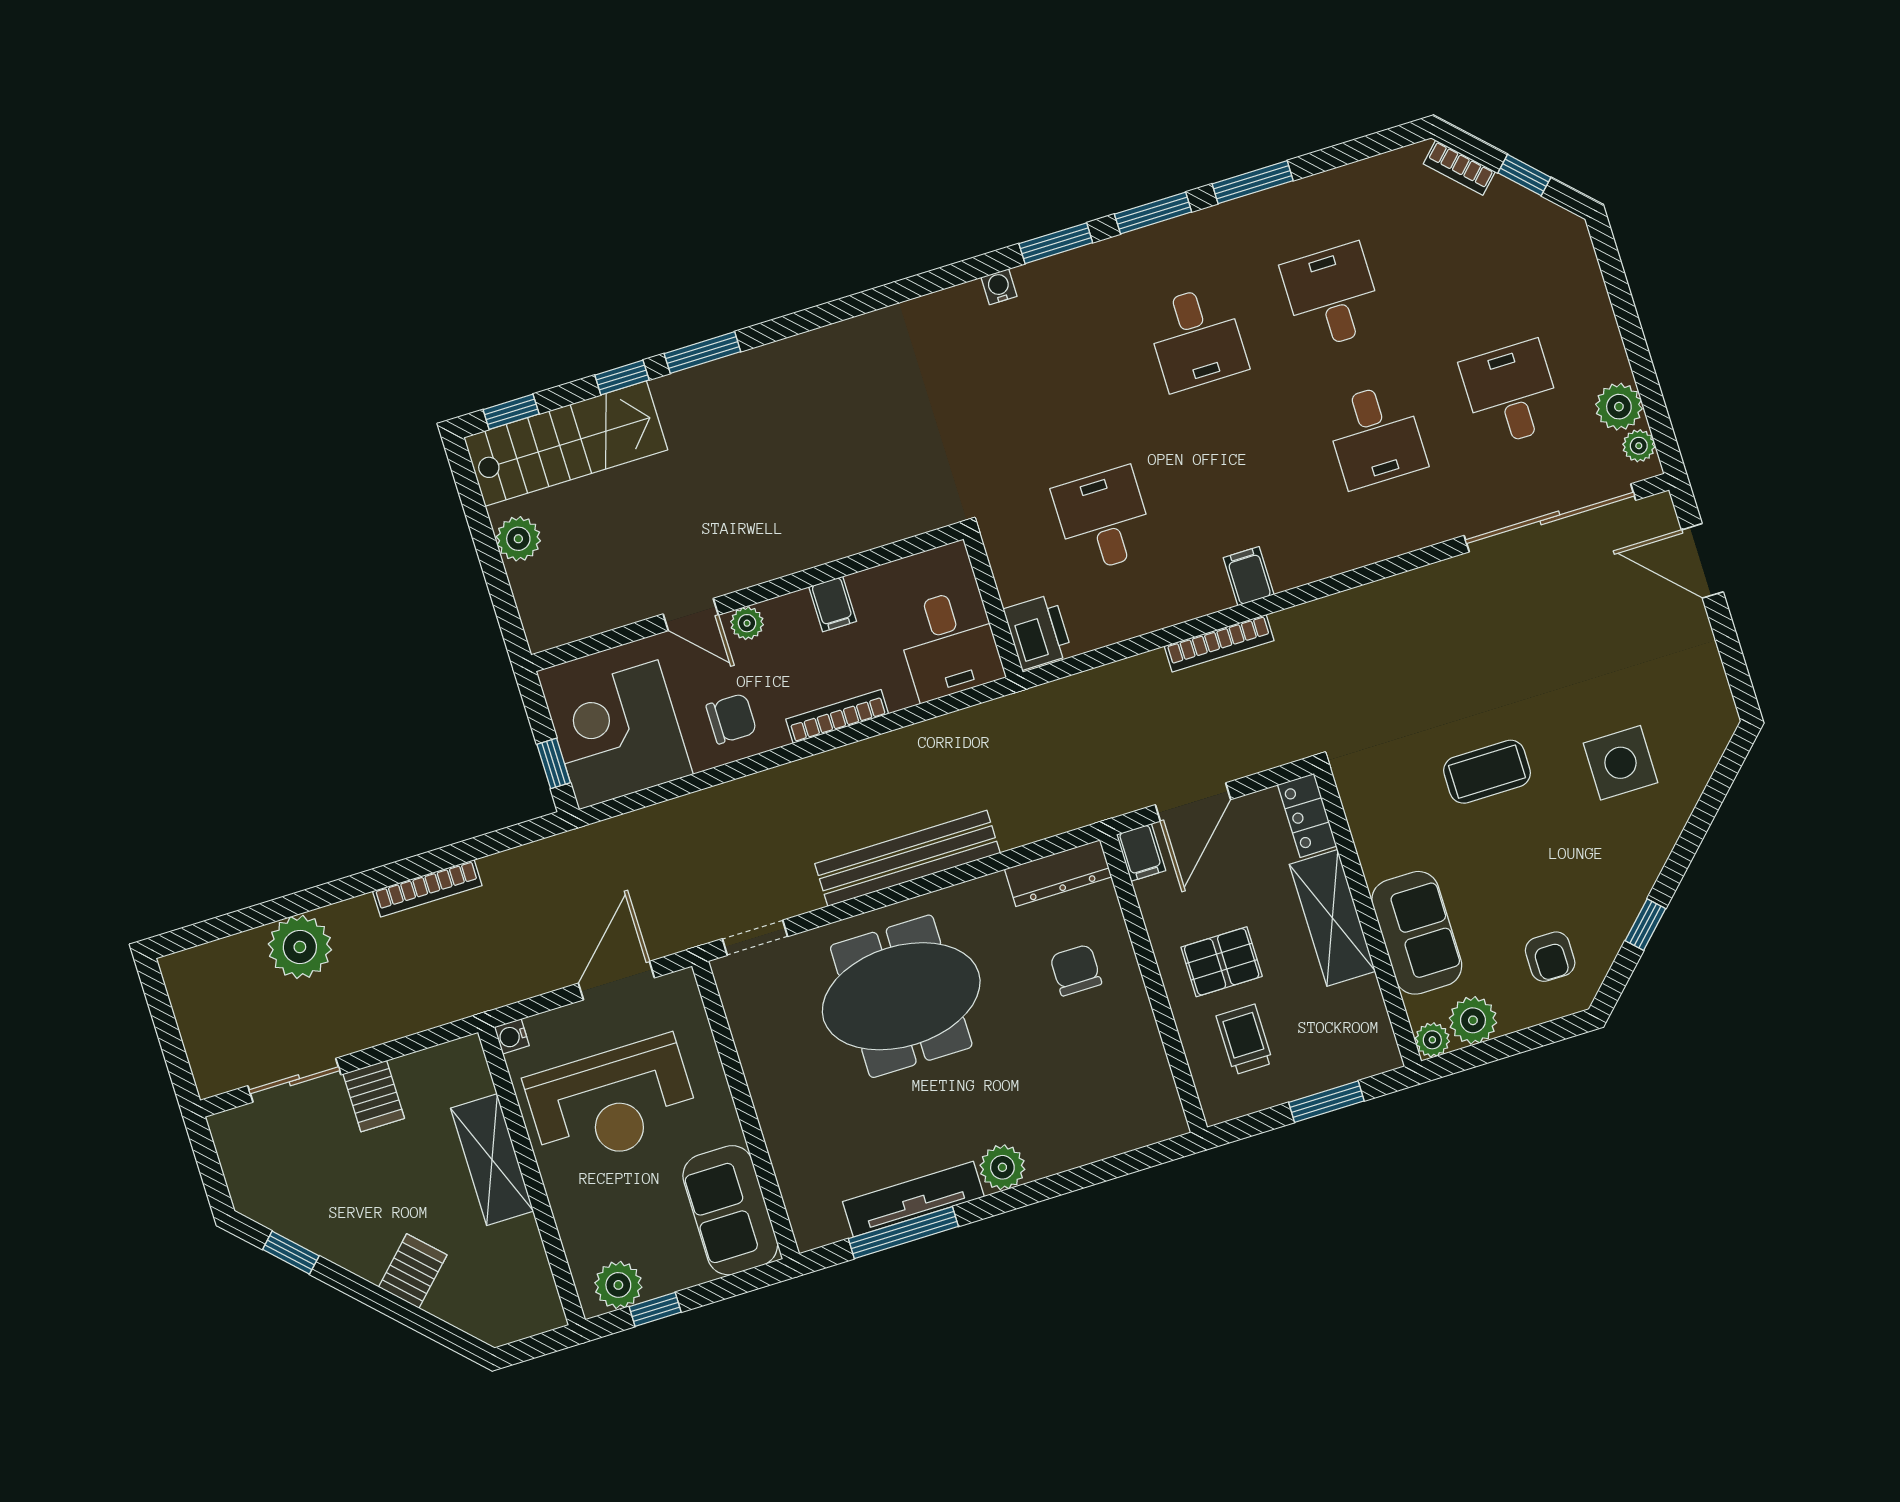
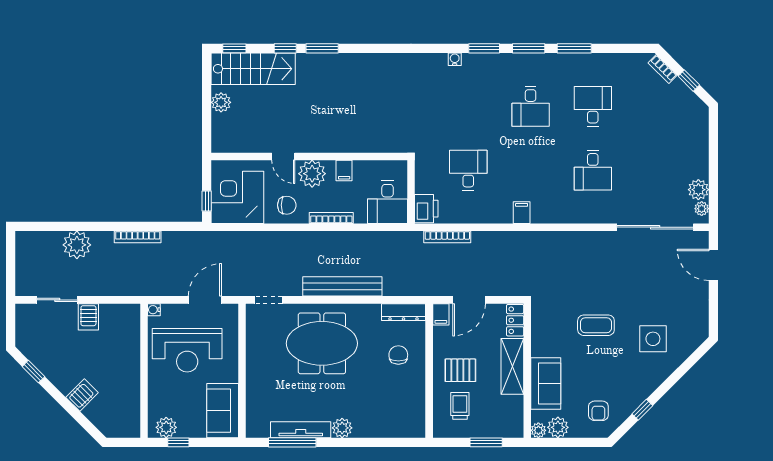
desk: (1511, 394) -> (655, 170), removed
plant: (747, 623) -> (312, 174), width x1.87, depth x1.87
bookcase: (1219, 643) -> (447, 237), moved
shelving: (492, 1160) -> (130, 359), removed

